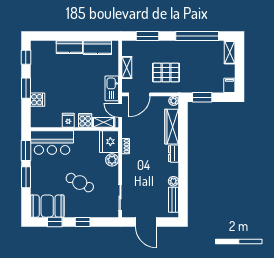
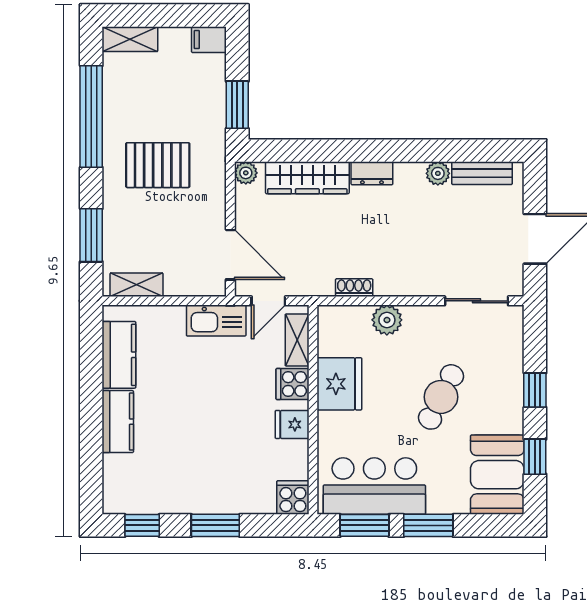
shelving: (127, 67) -> (137, 285), moved
pallet: (166, 72) -> (158, 165), moved, turned 90
cooker: (38, 100) -> (293, 498), moved
fridge: (109, 142) -> (339, 384), moved, turned -90
bar counter: (52, 143) -> (374, 486), moved, turned -90

